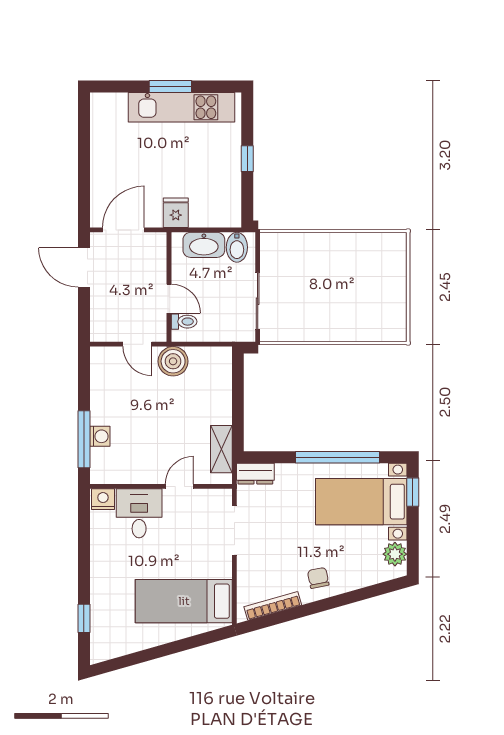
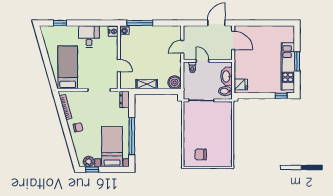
window: (247, 159) -> (281, 96), moved
fridge: (176, 213) -> (241, 84), moved
door: (169, 299) -> (203, 61), swing flipped
chair: (379, 303) -> (201, 154), added
boiler: (173, 361) -> (175, 82), moved
washing machine: (100, 436) -> (124, 30), moved
shelving: (221, 449) -> (147, 84), moved
window: (413, 492) -> (92, 169), moved
desk: (139, 513) -> (89, 37), moved, turned -90

